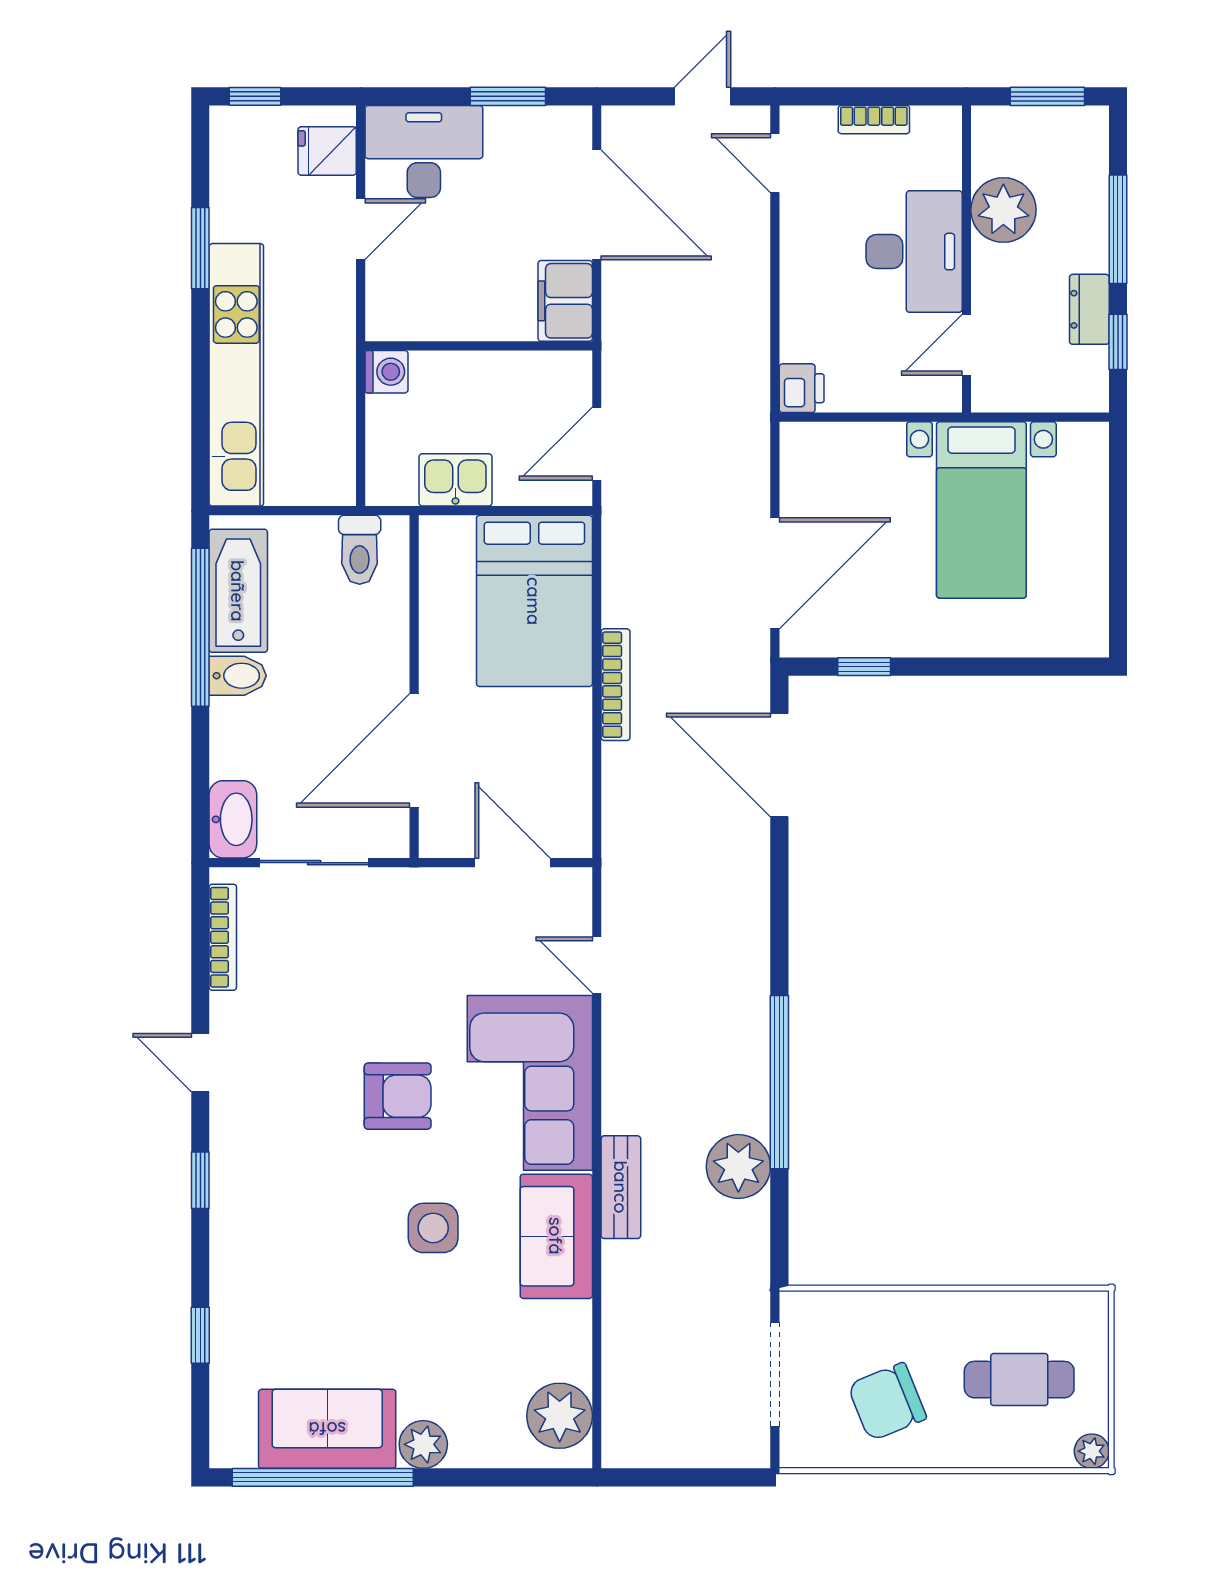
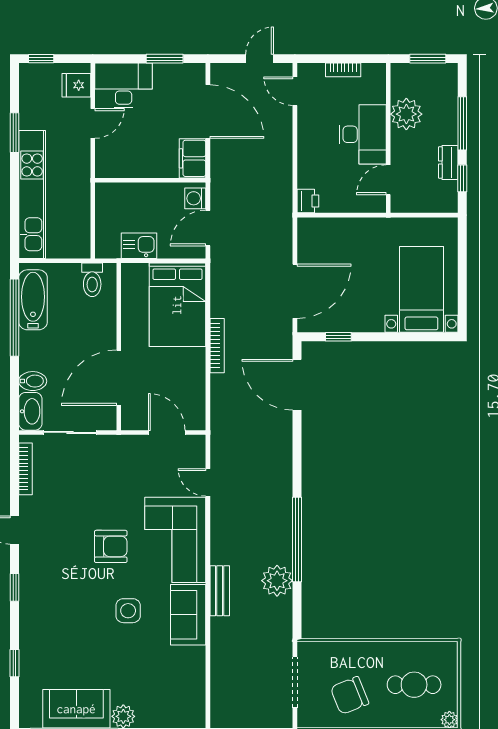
washing machine: (386, 372) -> (195, 198), moved, turned 180
bed with nightstands: (981, 510) -> (421, 289), moved, turned 180
bidet: (238, 676) -> (33, 381), moved
plant: (560, 1416) -> (190, 702), removed

